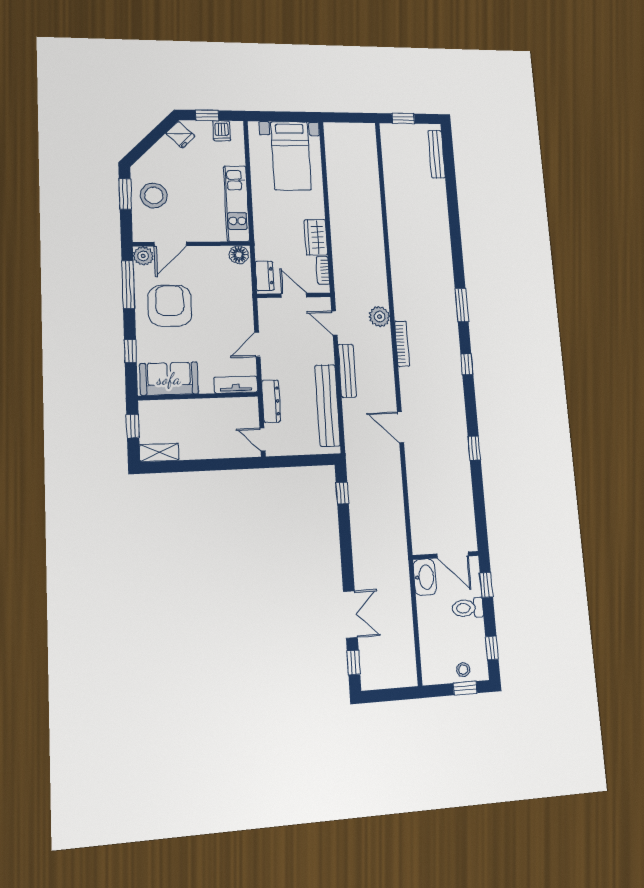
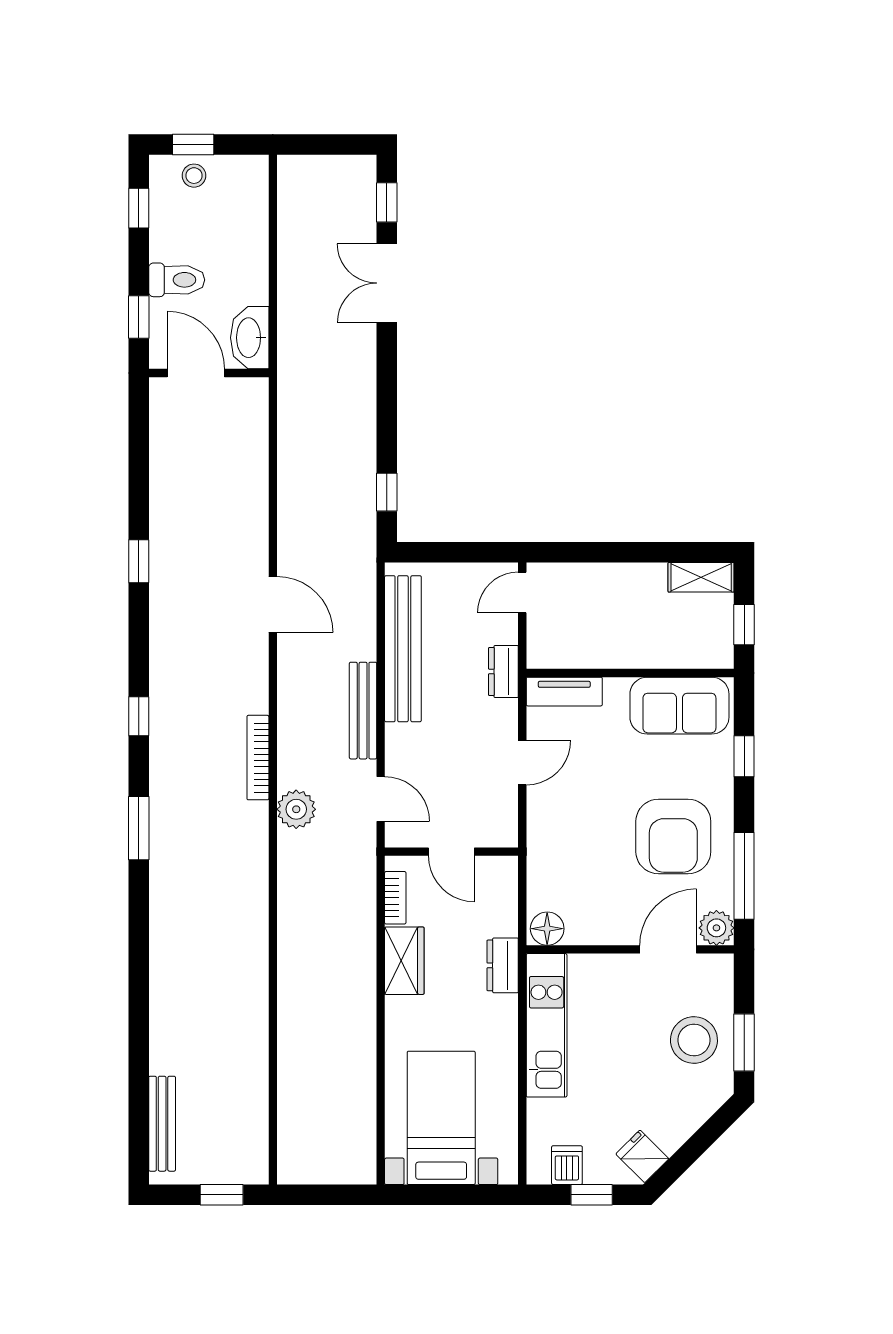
dresser: (265, 276) -> (503, 965), moved
dresser: (271, 401) -> (503, 671), width x0.70
door: (262, 439) -> (522, 592), swing flipped

